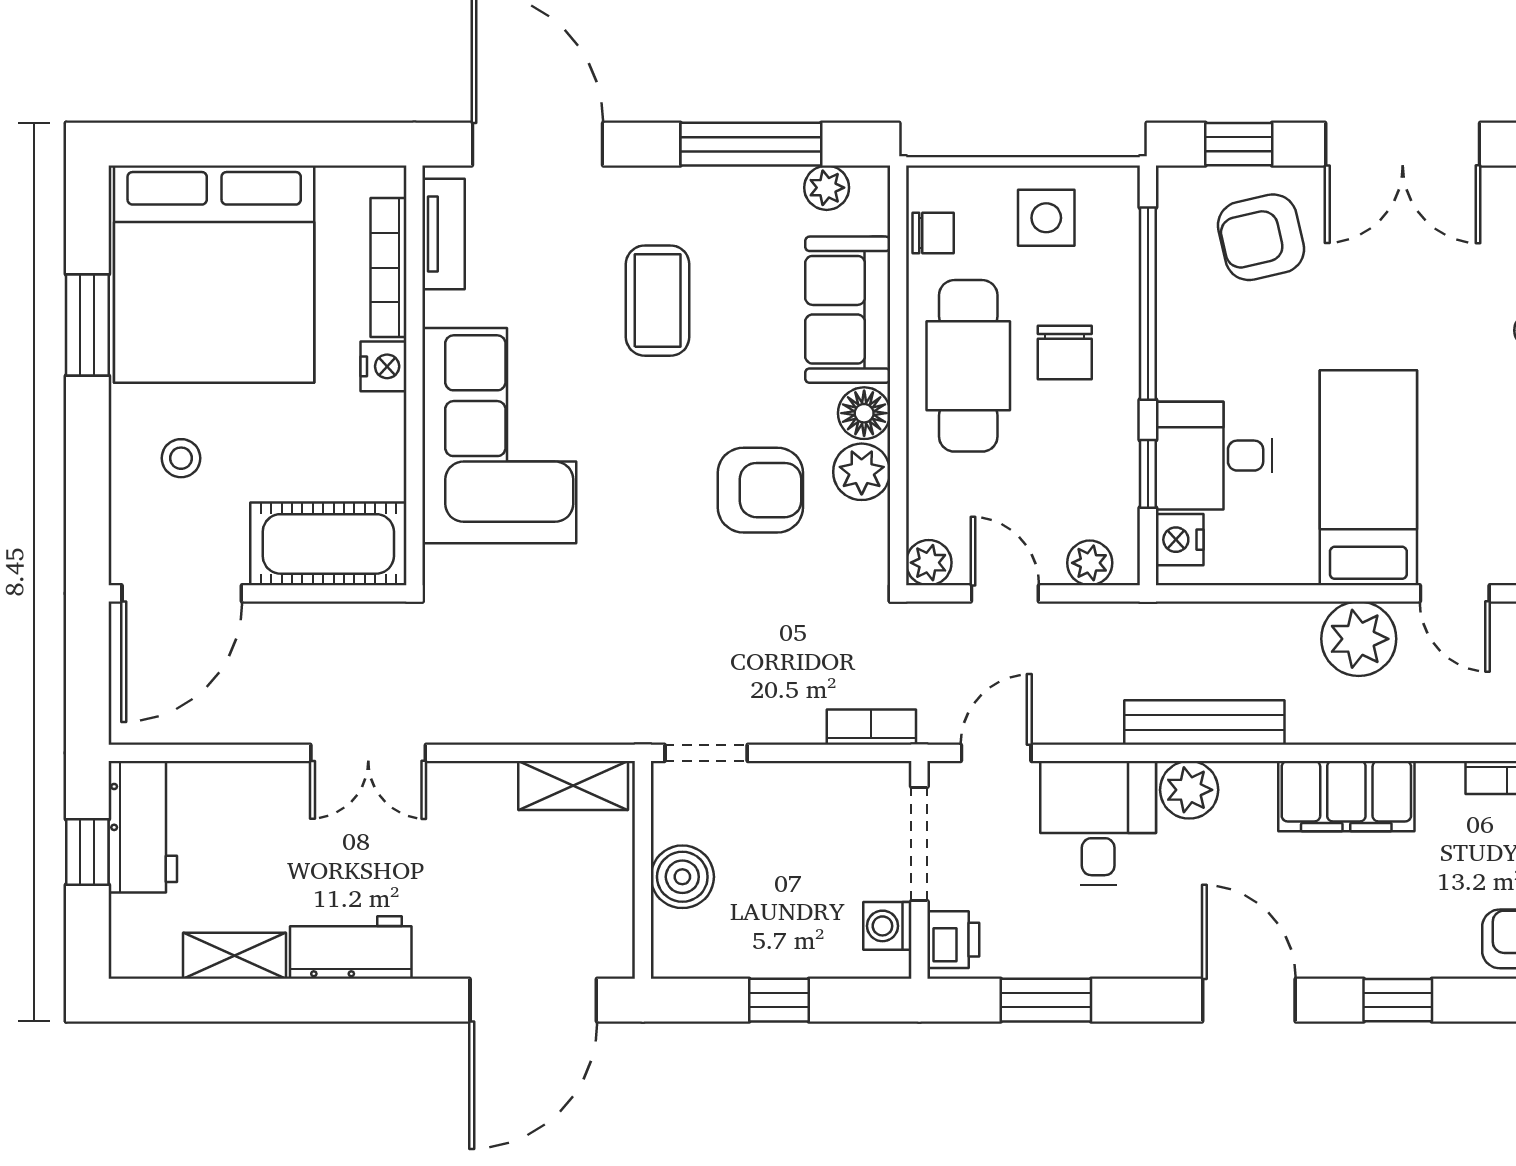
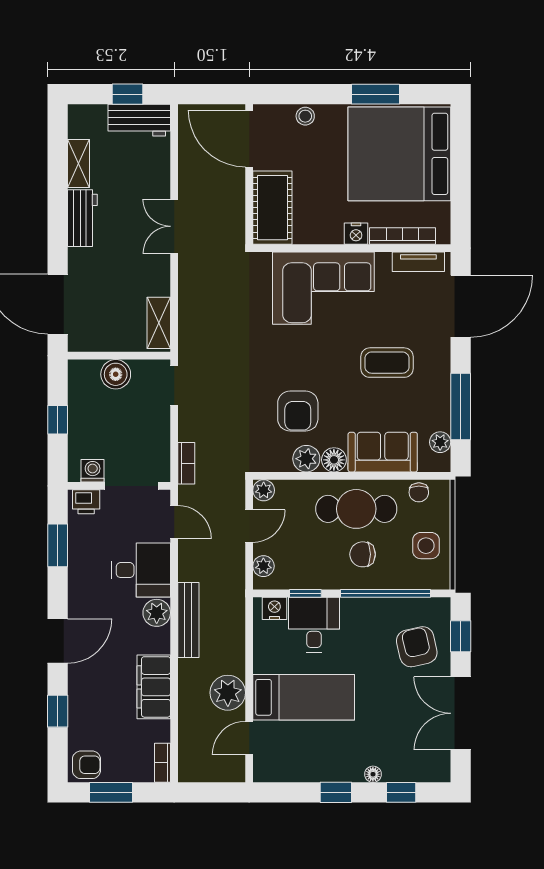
stool: (181, 458) -> (305, 116), moved

